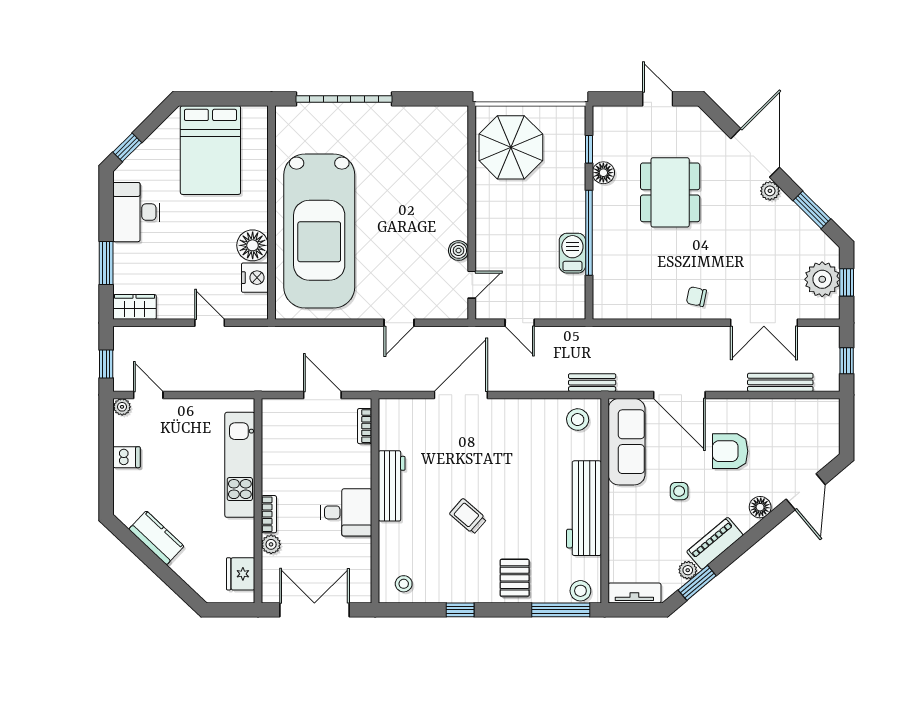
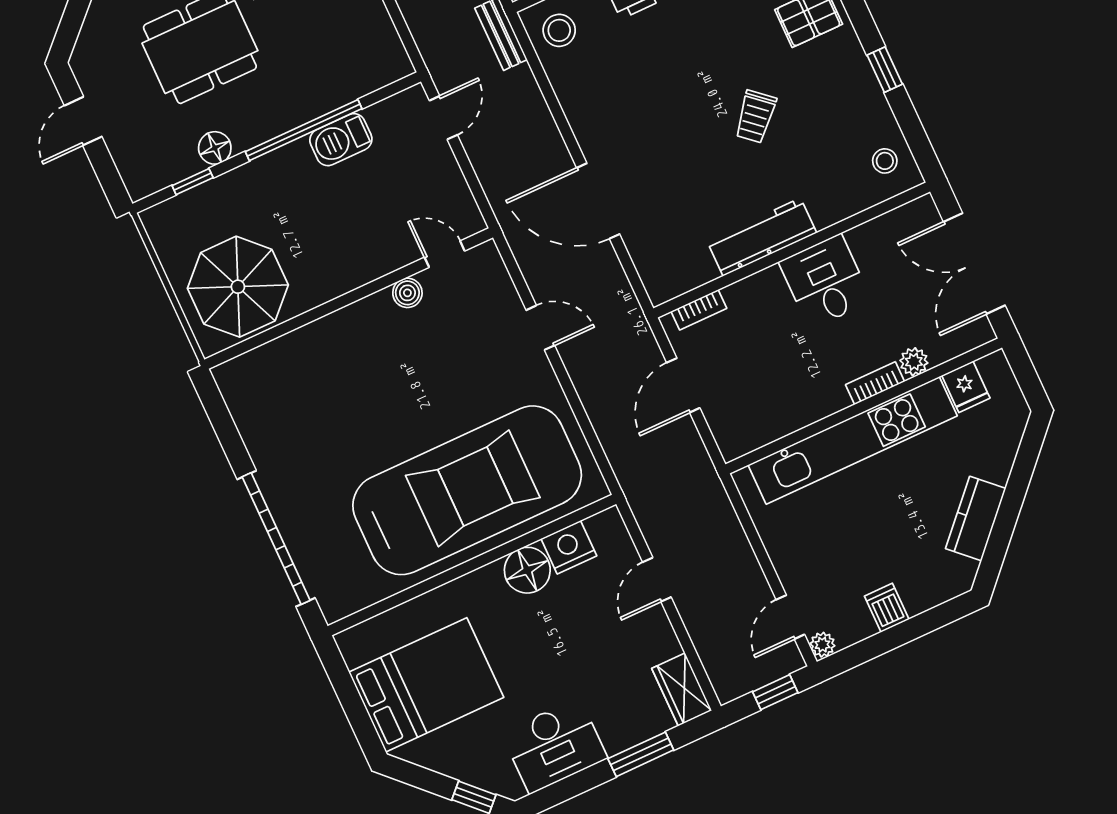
door: (520, 323) -> (443, 118), moved
kitchen unit: (240, 465) -> (853, 440), width x1.36
fridge: (241, 574) -> (966, 387), width x0.72

